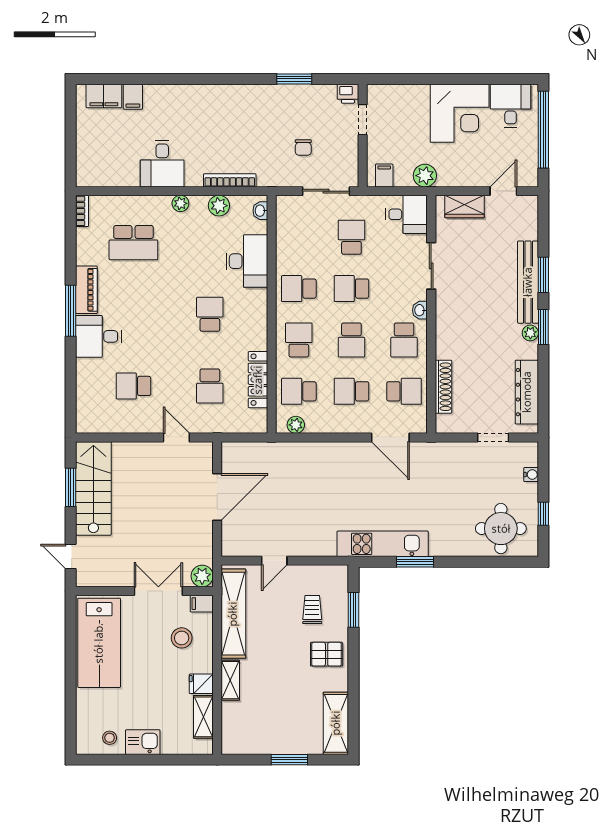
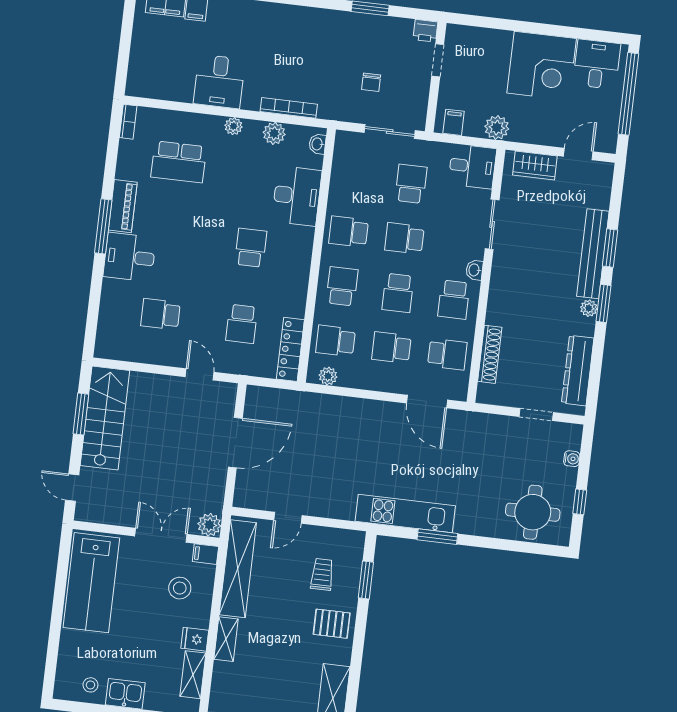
locker: (258, 380) -> (290, 349), moved

